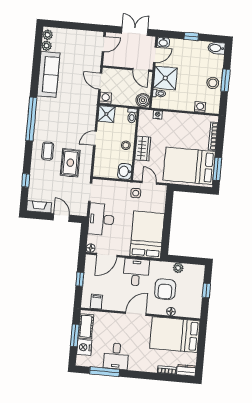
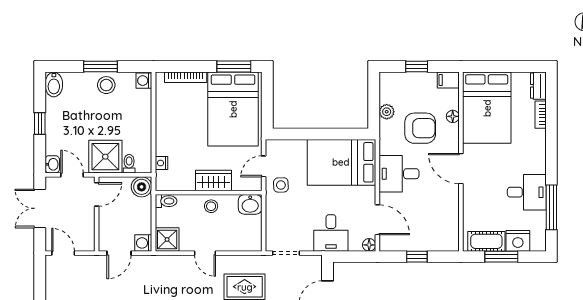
washing machine: (200, 107) -> (144, 81), moved
desk: (101, 219) -> (331, 233), width x0.73
filing cabinet: (96, 302) -> (448, 80), moved

